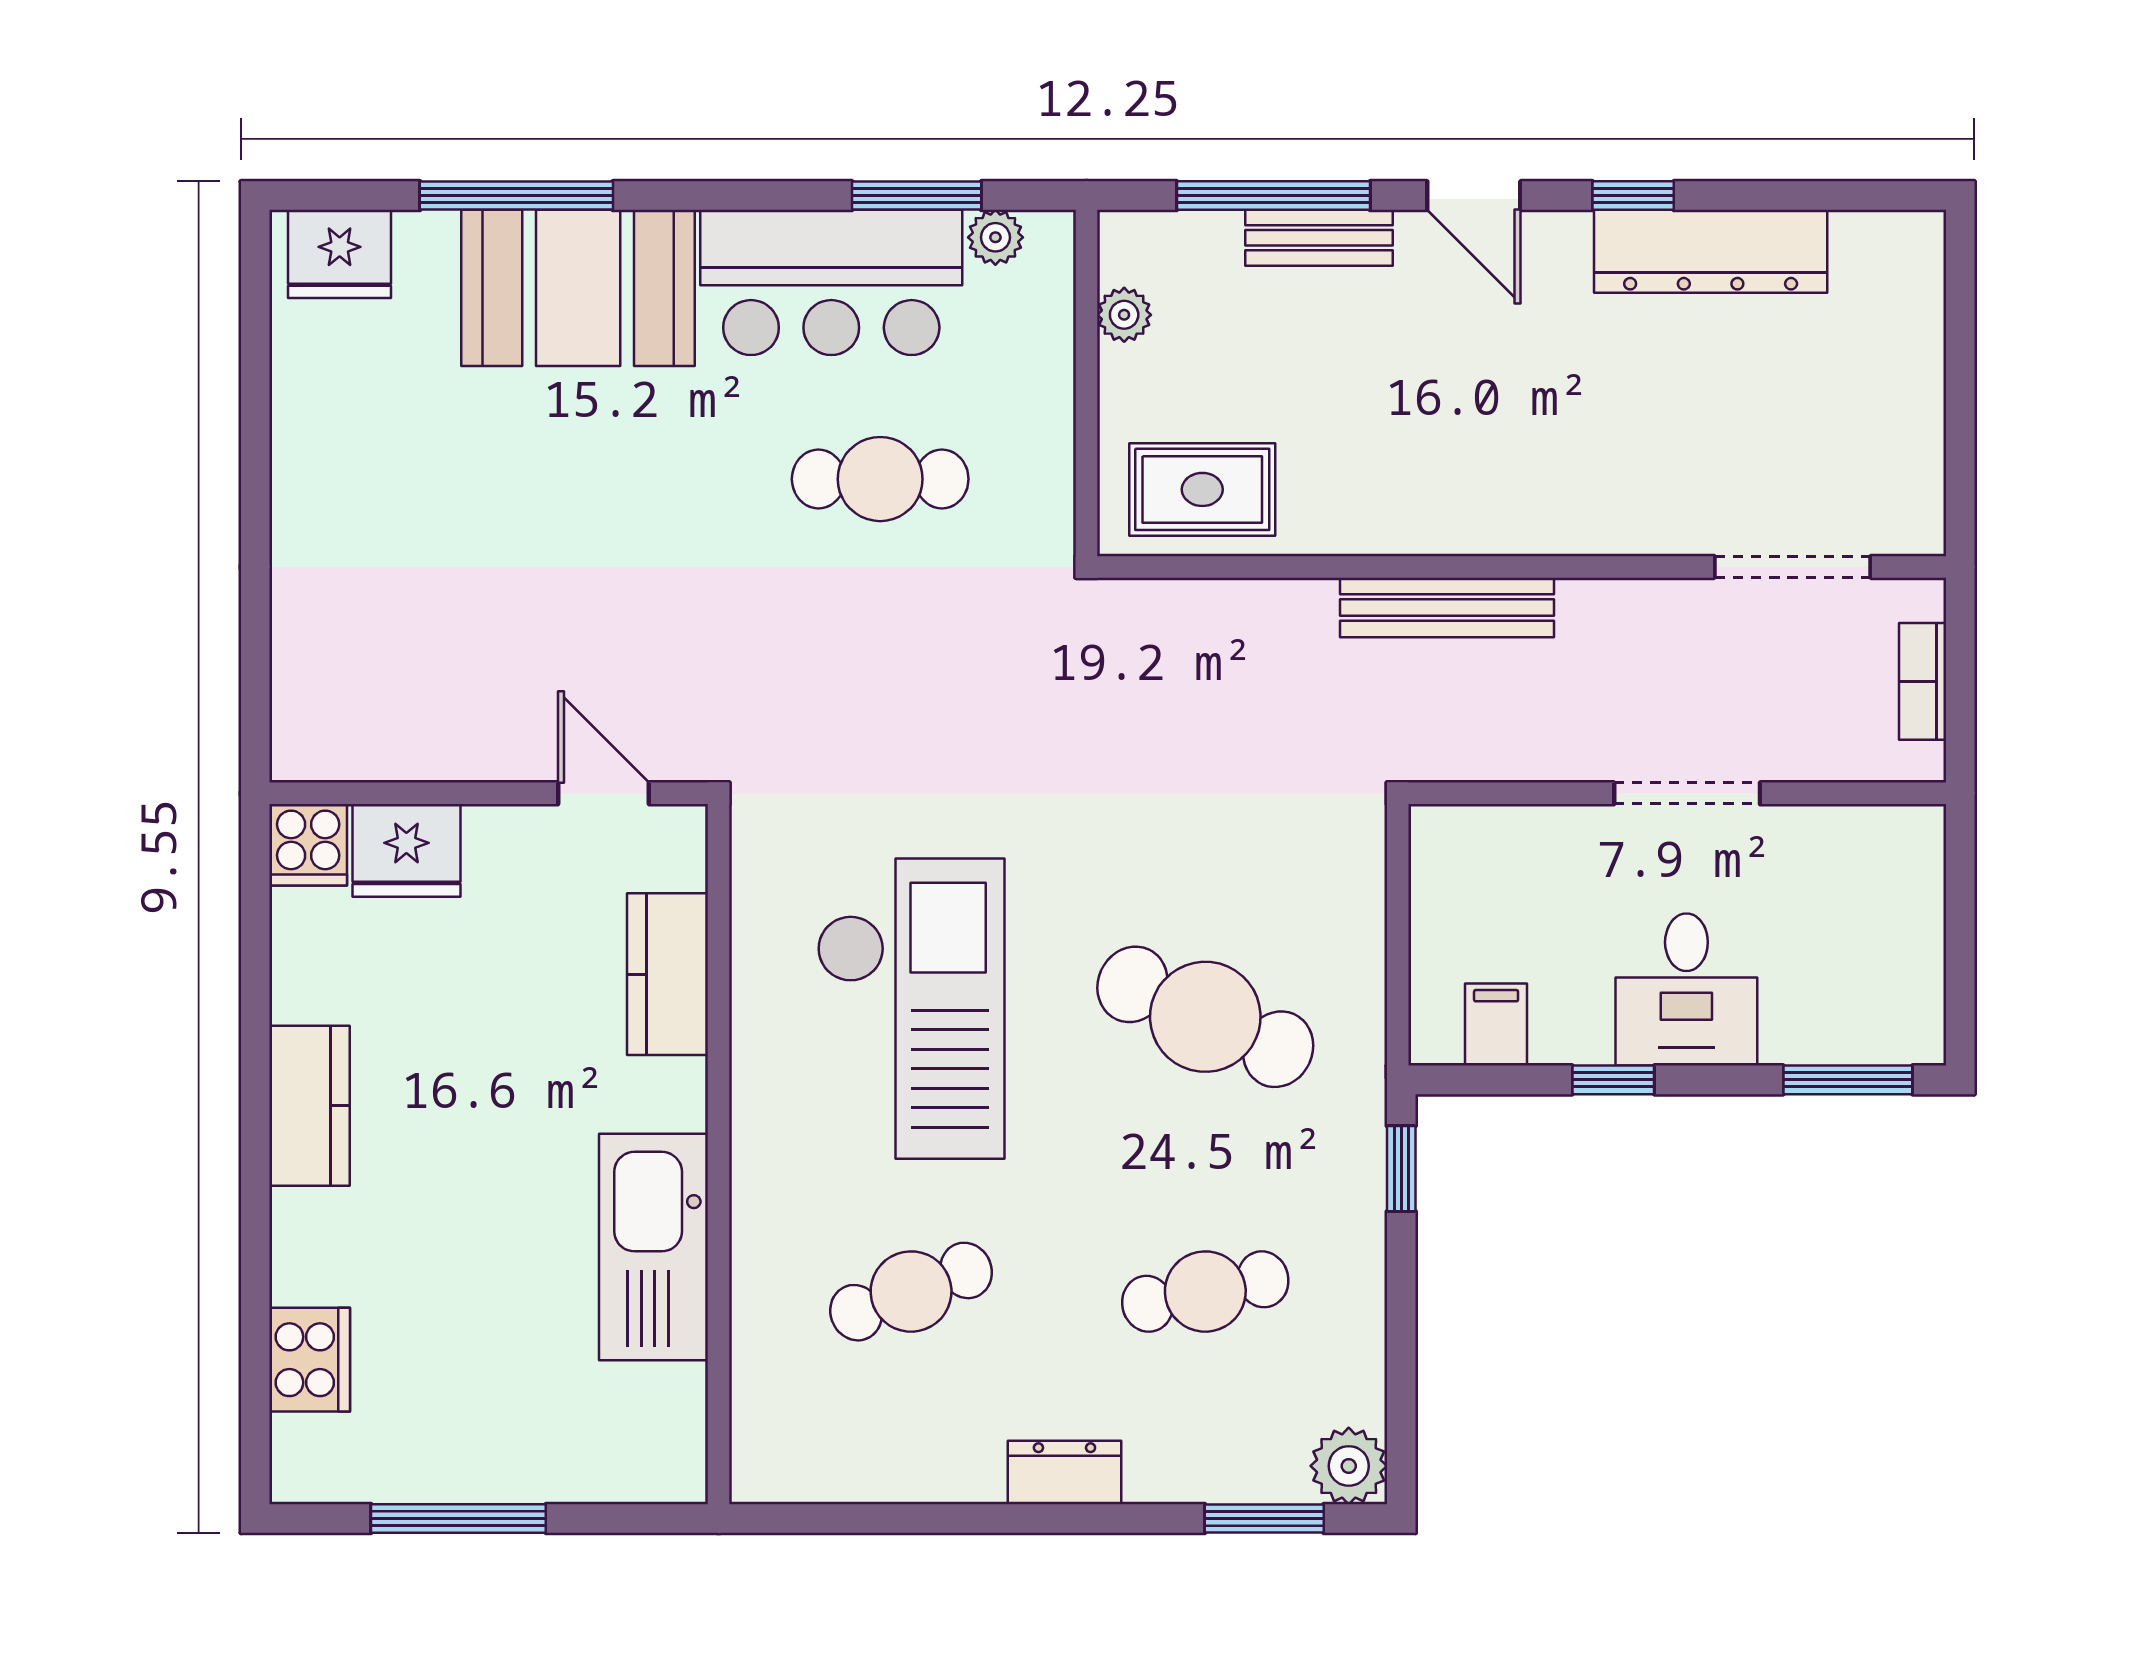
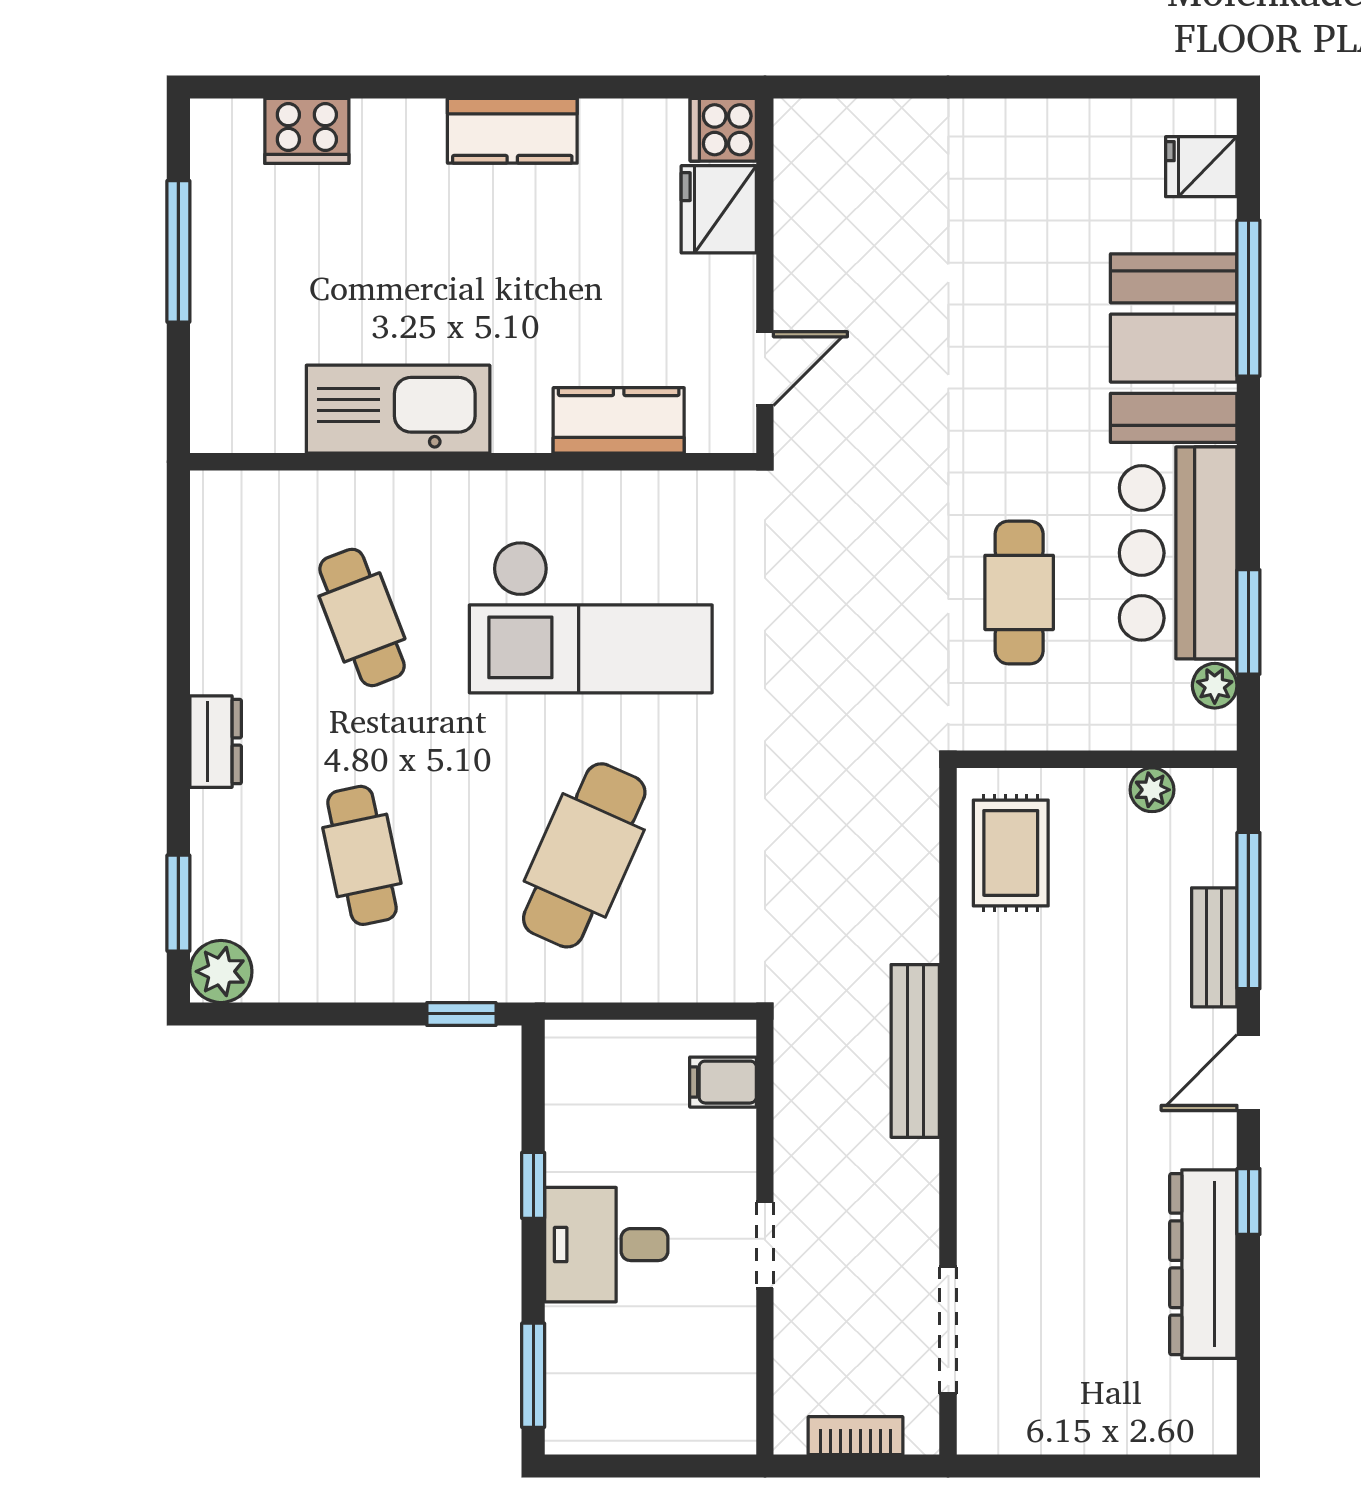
fridge: (340, 254) -> (1201, 167), width x0.72
doorway: (1687, 793) -> (765, 1245), width x0.73
filing cabinet: (1496, 1025) -> (723, 1082), moved, turned 180

